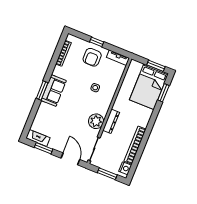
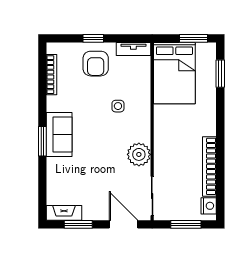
bed: (149, 87) -> (174, 73), moved
dresser: (111, 121) -> (161, 146), removed

